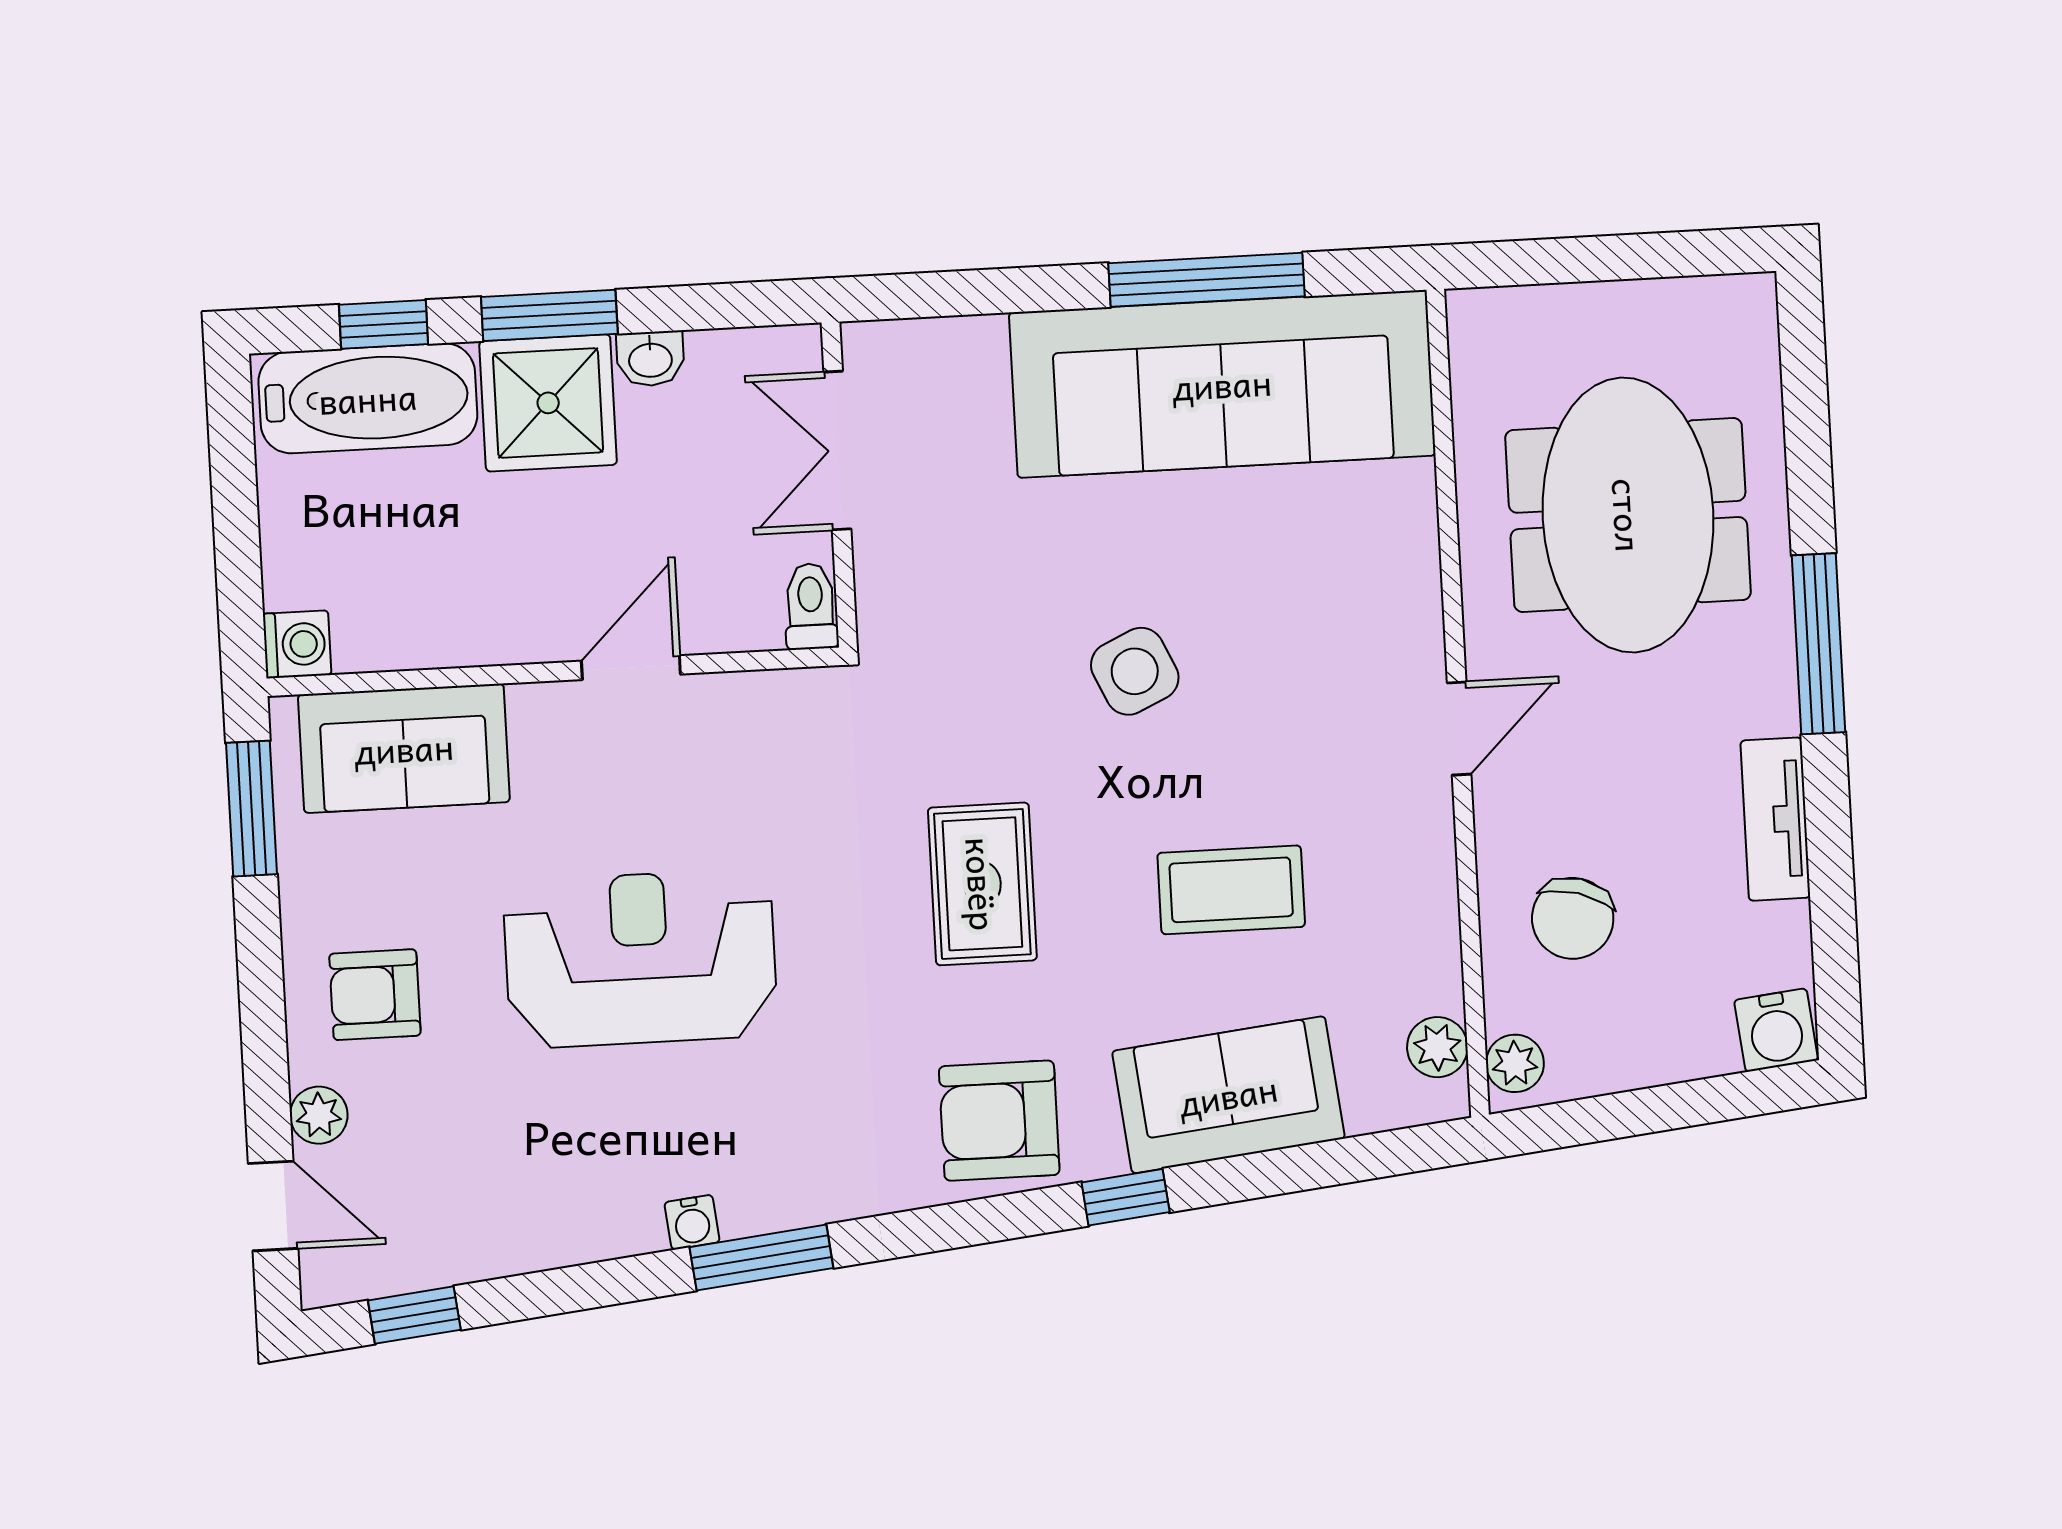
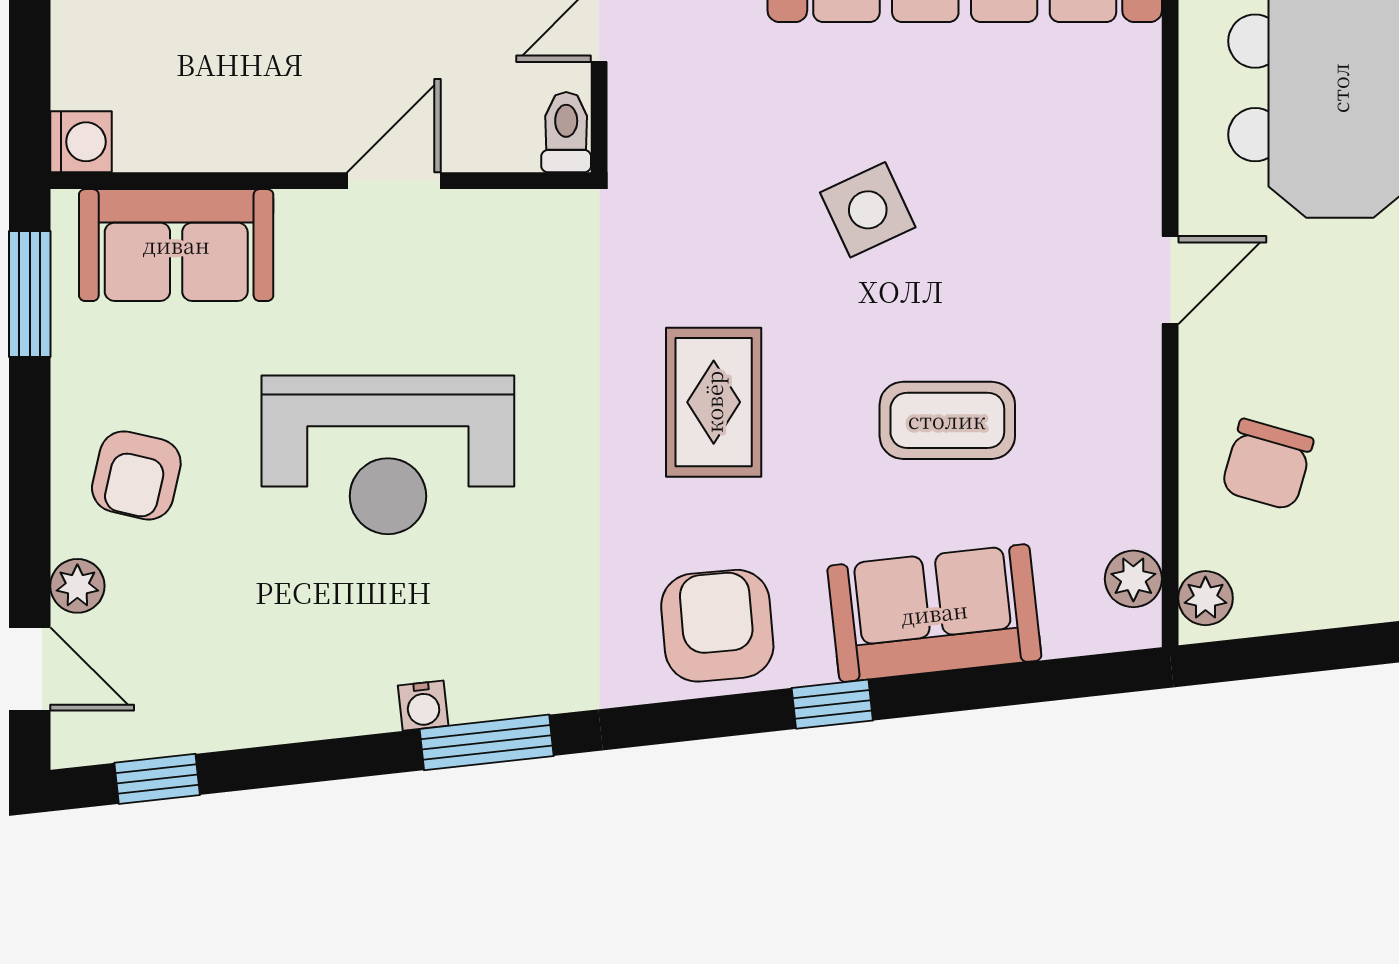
reception desk: (640, 959) -> (388, 455), turned 180
armchair: (375, 995) -> (136, 475), turned -77
armchair: (999, 1121) -> (717, 626), turned 85

